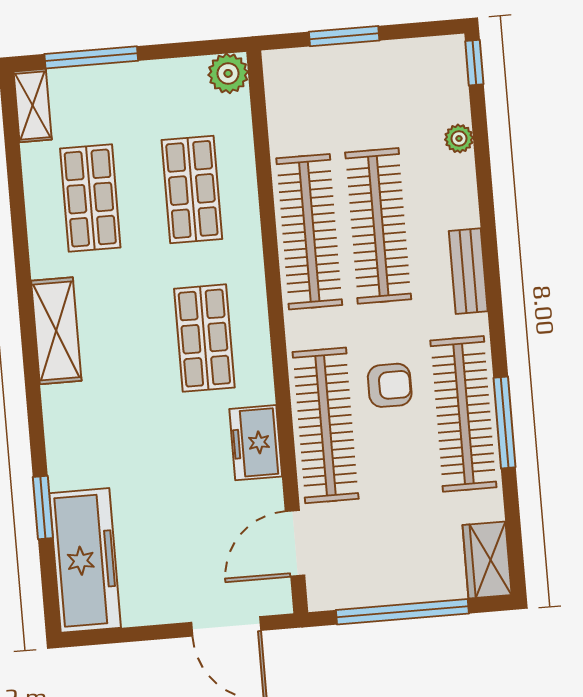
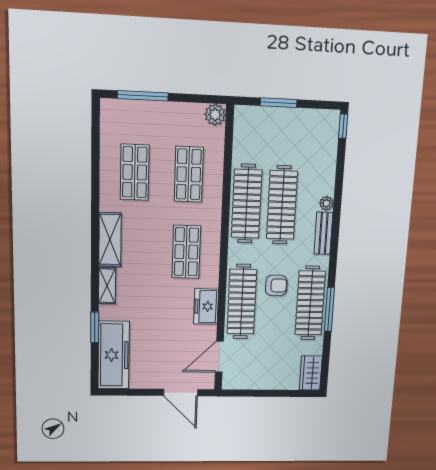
shelving: (33, 106) -> (107, 286), moved
plant: (459, 139) -> (326, 203), moved
window: (402, 612) -> (267, 393), removed

